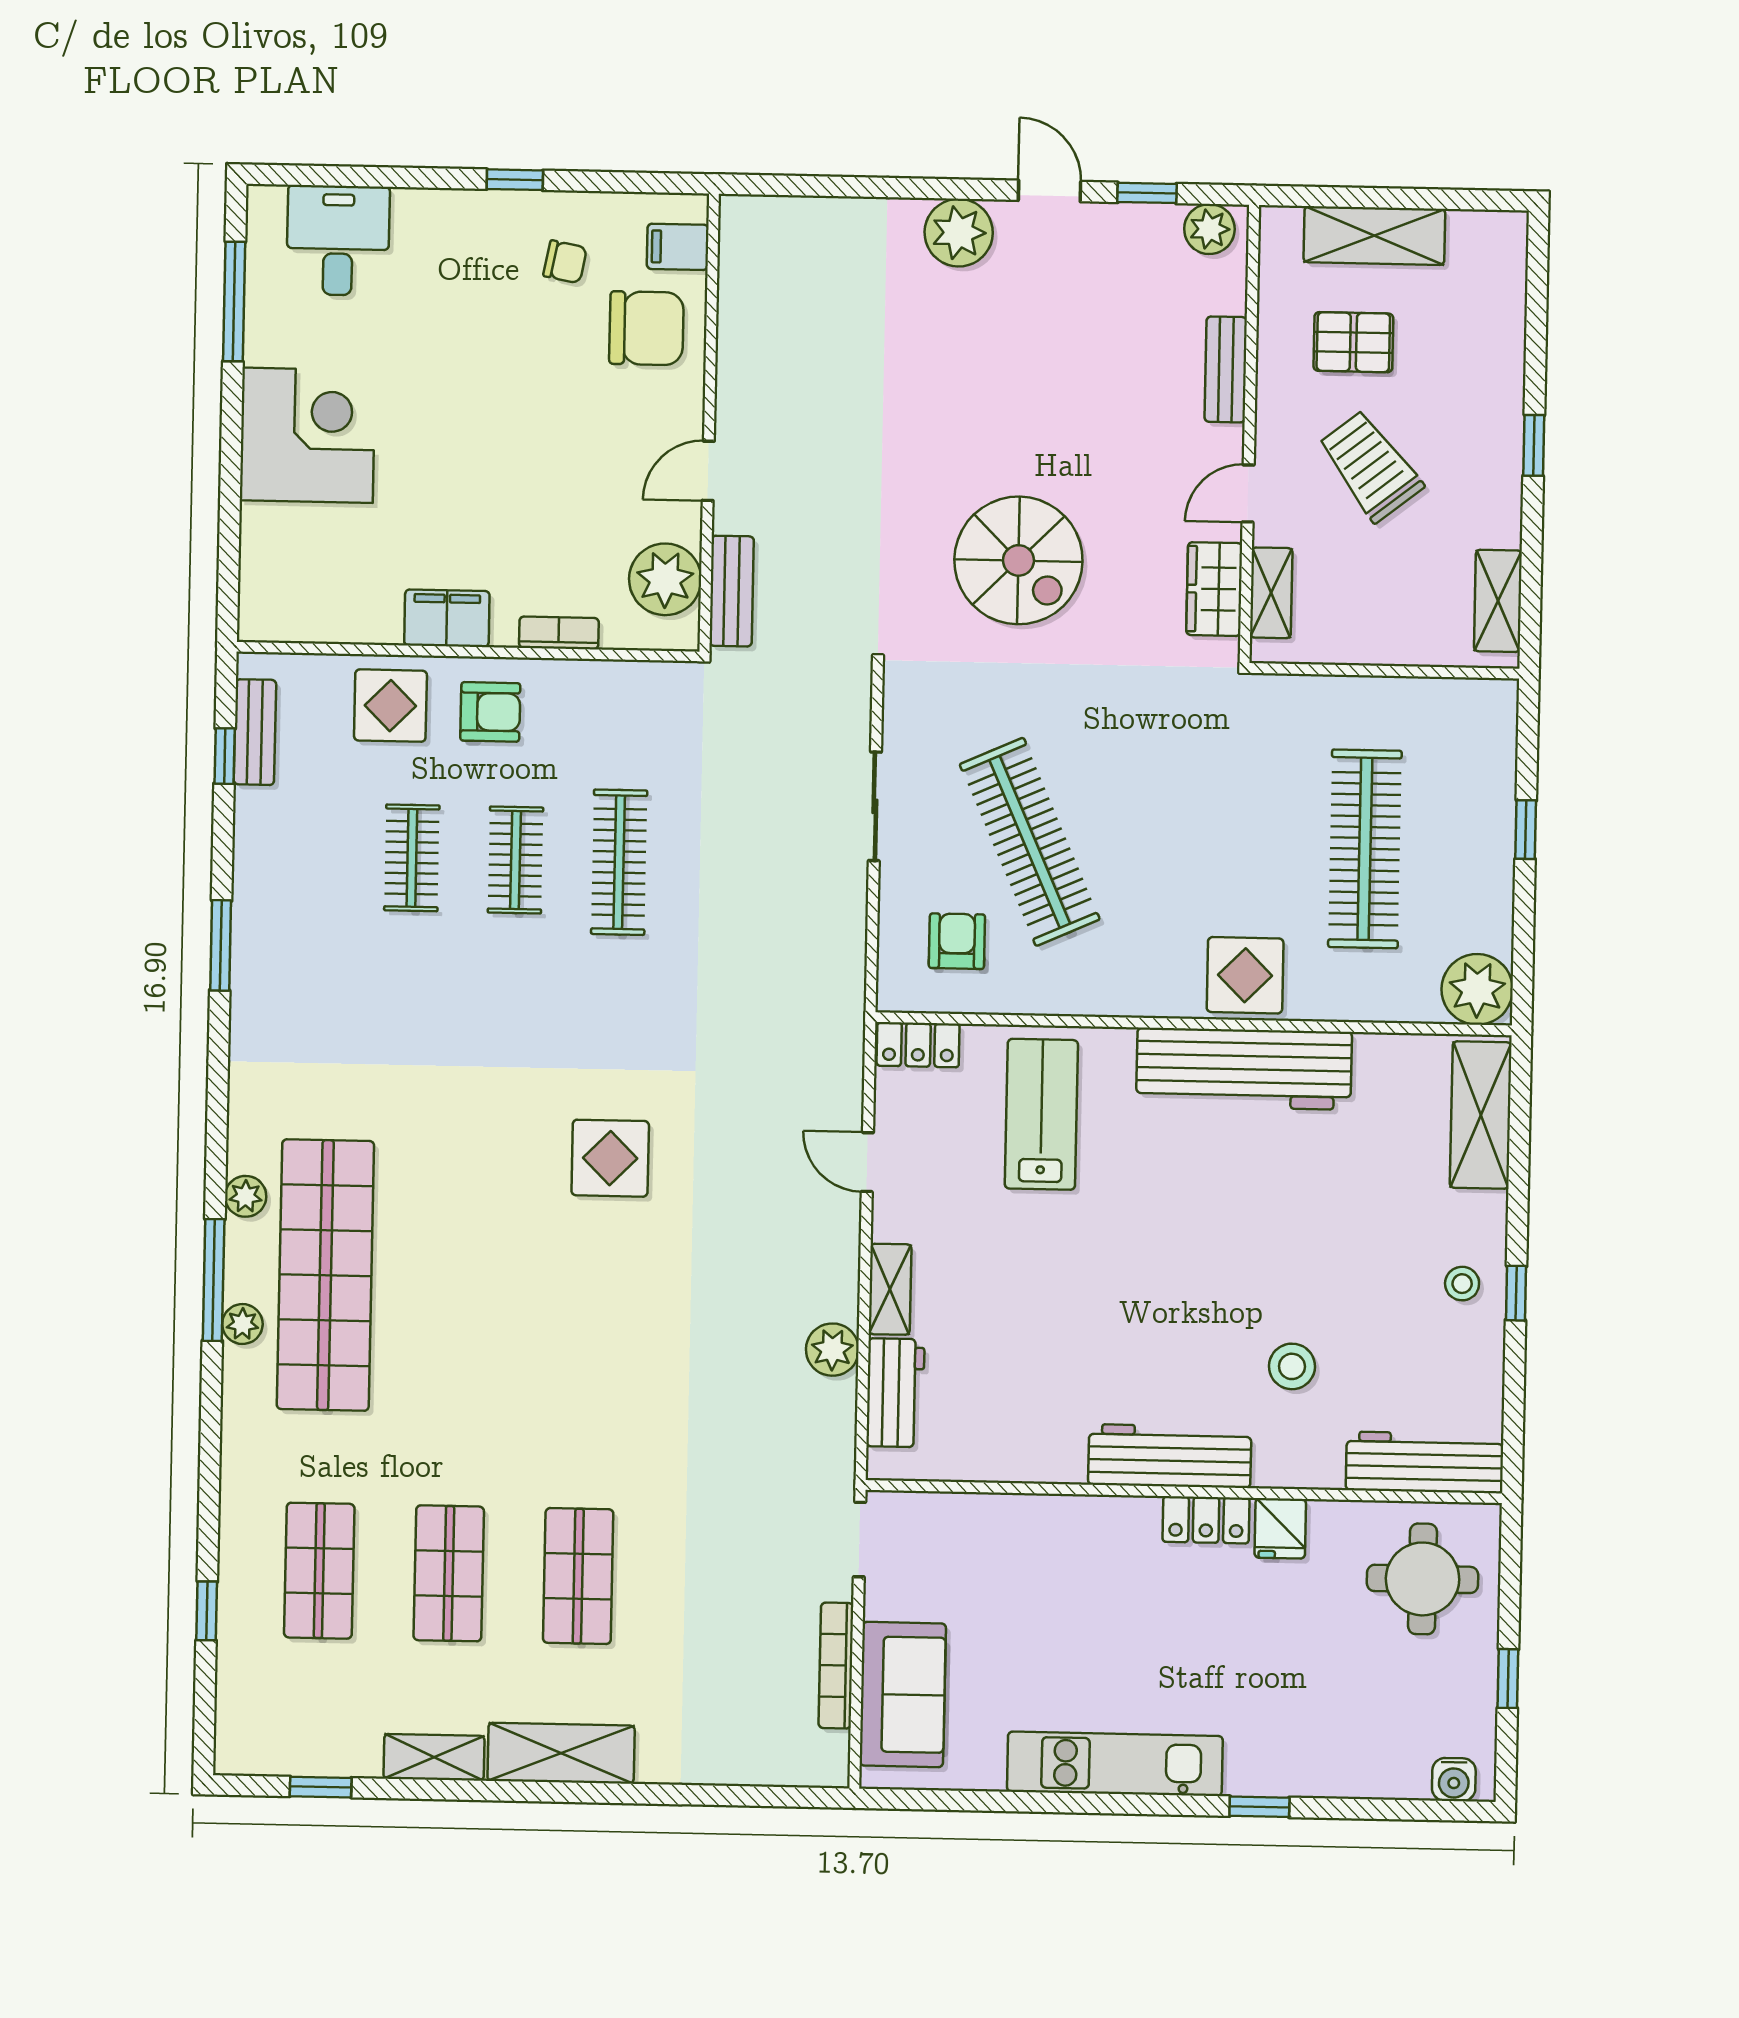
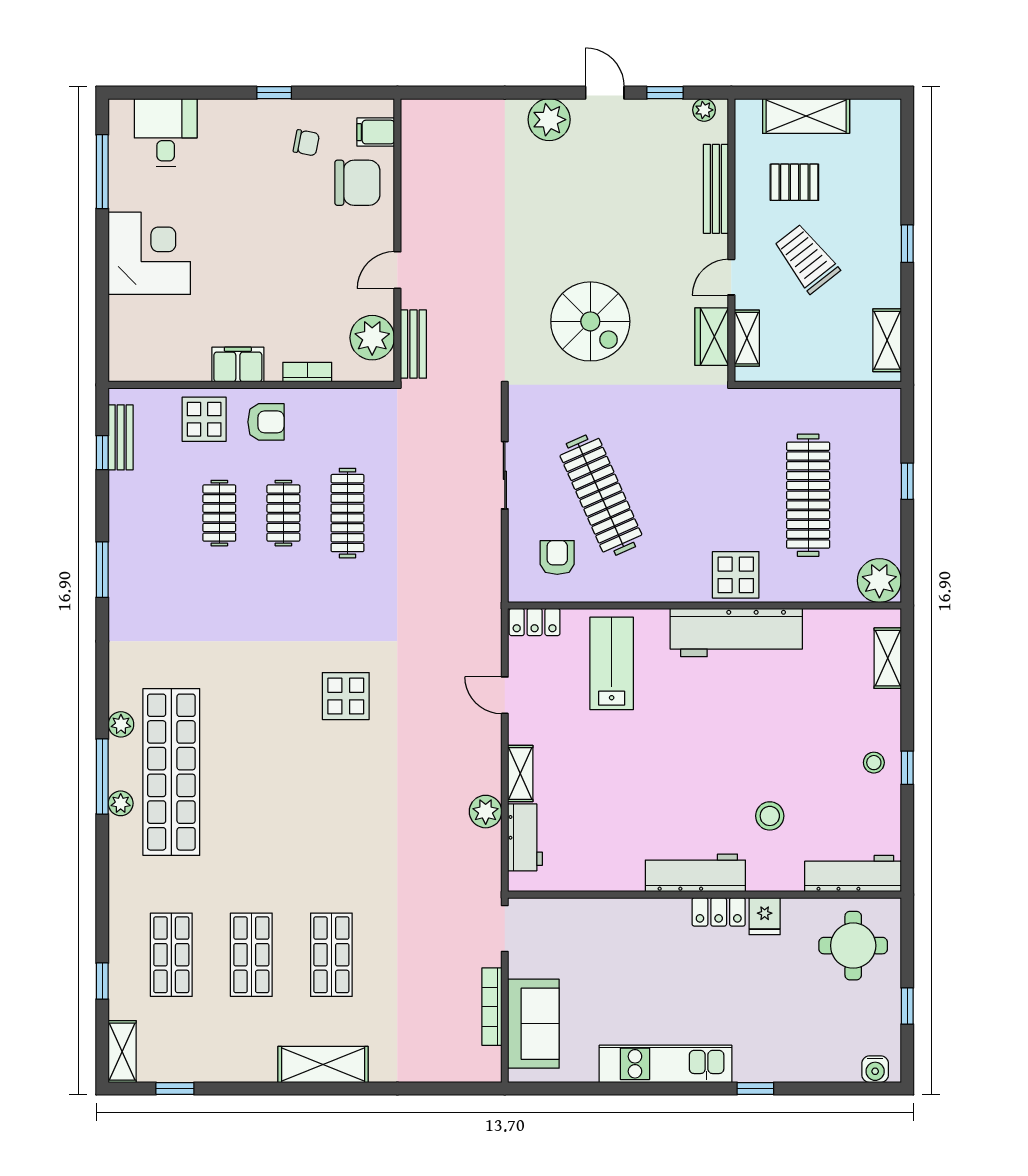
plant: (1209, 229) -> (704, 110), width x0.73, depth x0.73
bench: (1226, 369) -> (716, 189), width x1.36
shelving: (1481, 1115) -> (888, 658), width x0.67, depth x0.75
shelving: (434, 1757) -> (122, 1052), moved, turned 90

